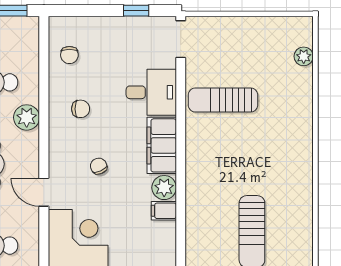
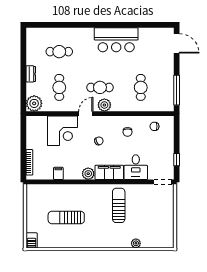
plant: (304, 56) -> (136, 243), moved
sun lounger: (223, 100) -> (119, 205), moved
plant: (27, 117) -> (104, 105), moved
filing cabinet: (164, 211) -> (58, 173), moved

